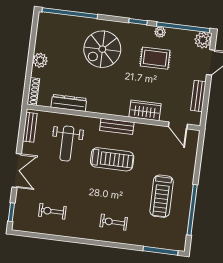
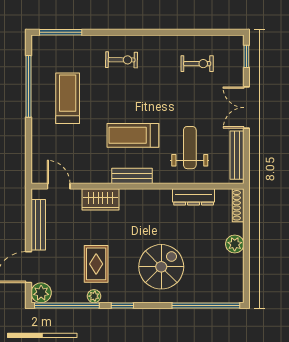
rug: (155, 58) -> (96, 264), turned 90
bench: (198, 96) -> (38, 225), width x1.36
bench: (30, 127) -> (237, 155), width x1.36

